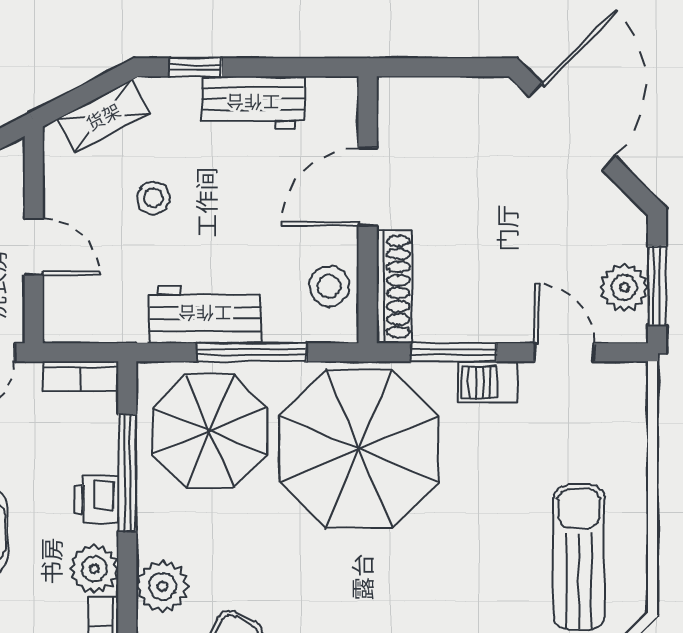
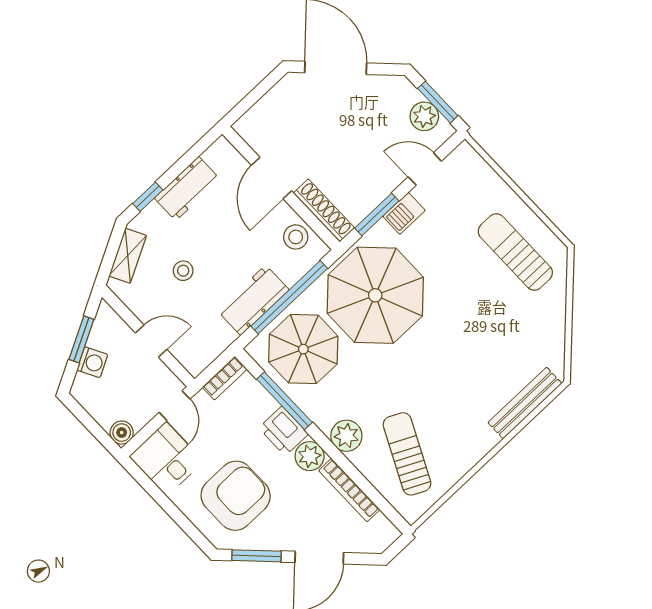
window: (252, 352) -> (289, 297), width x1.46
printer: (97, 499) -> (283, 431), width x1.36, depth x1.24

